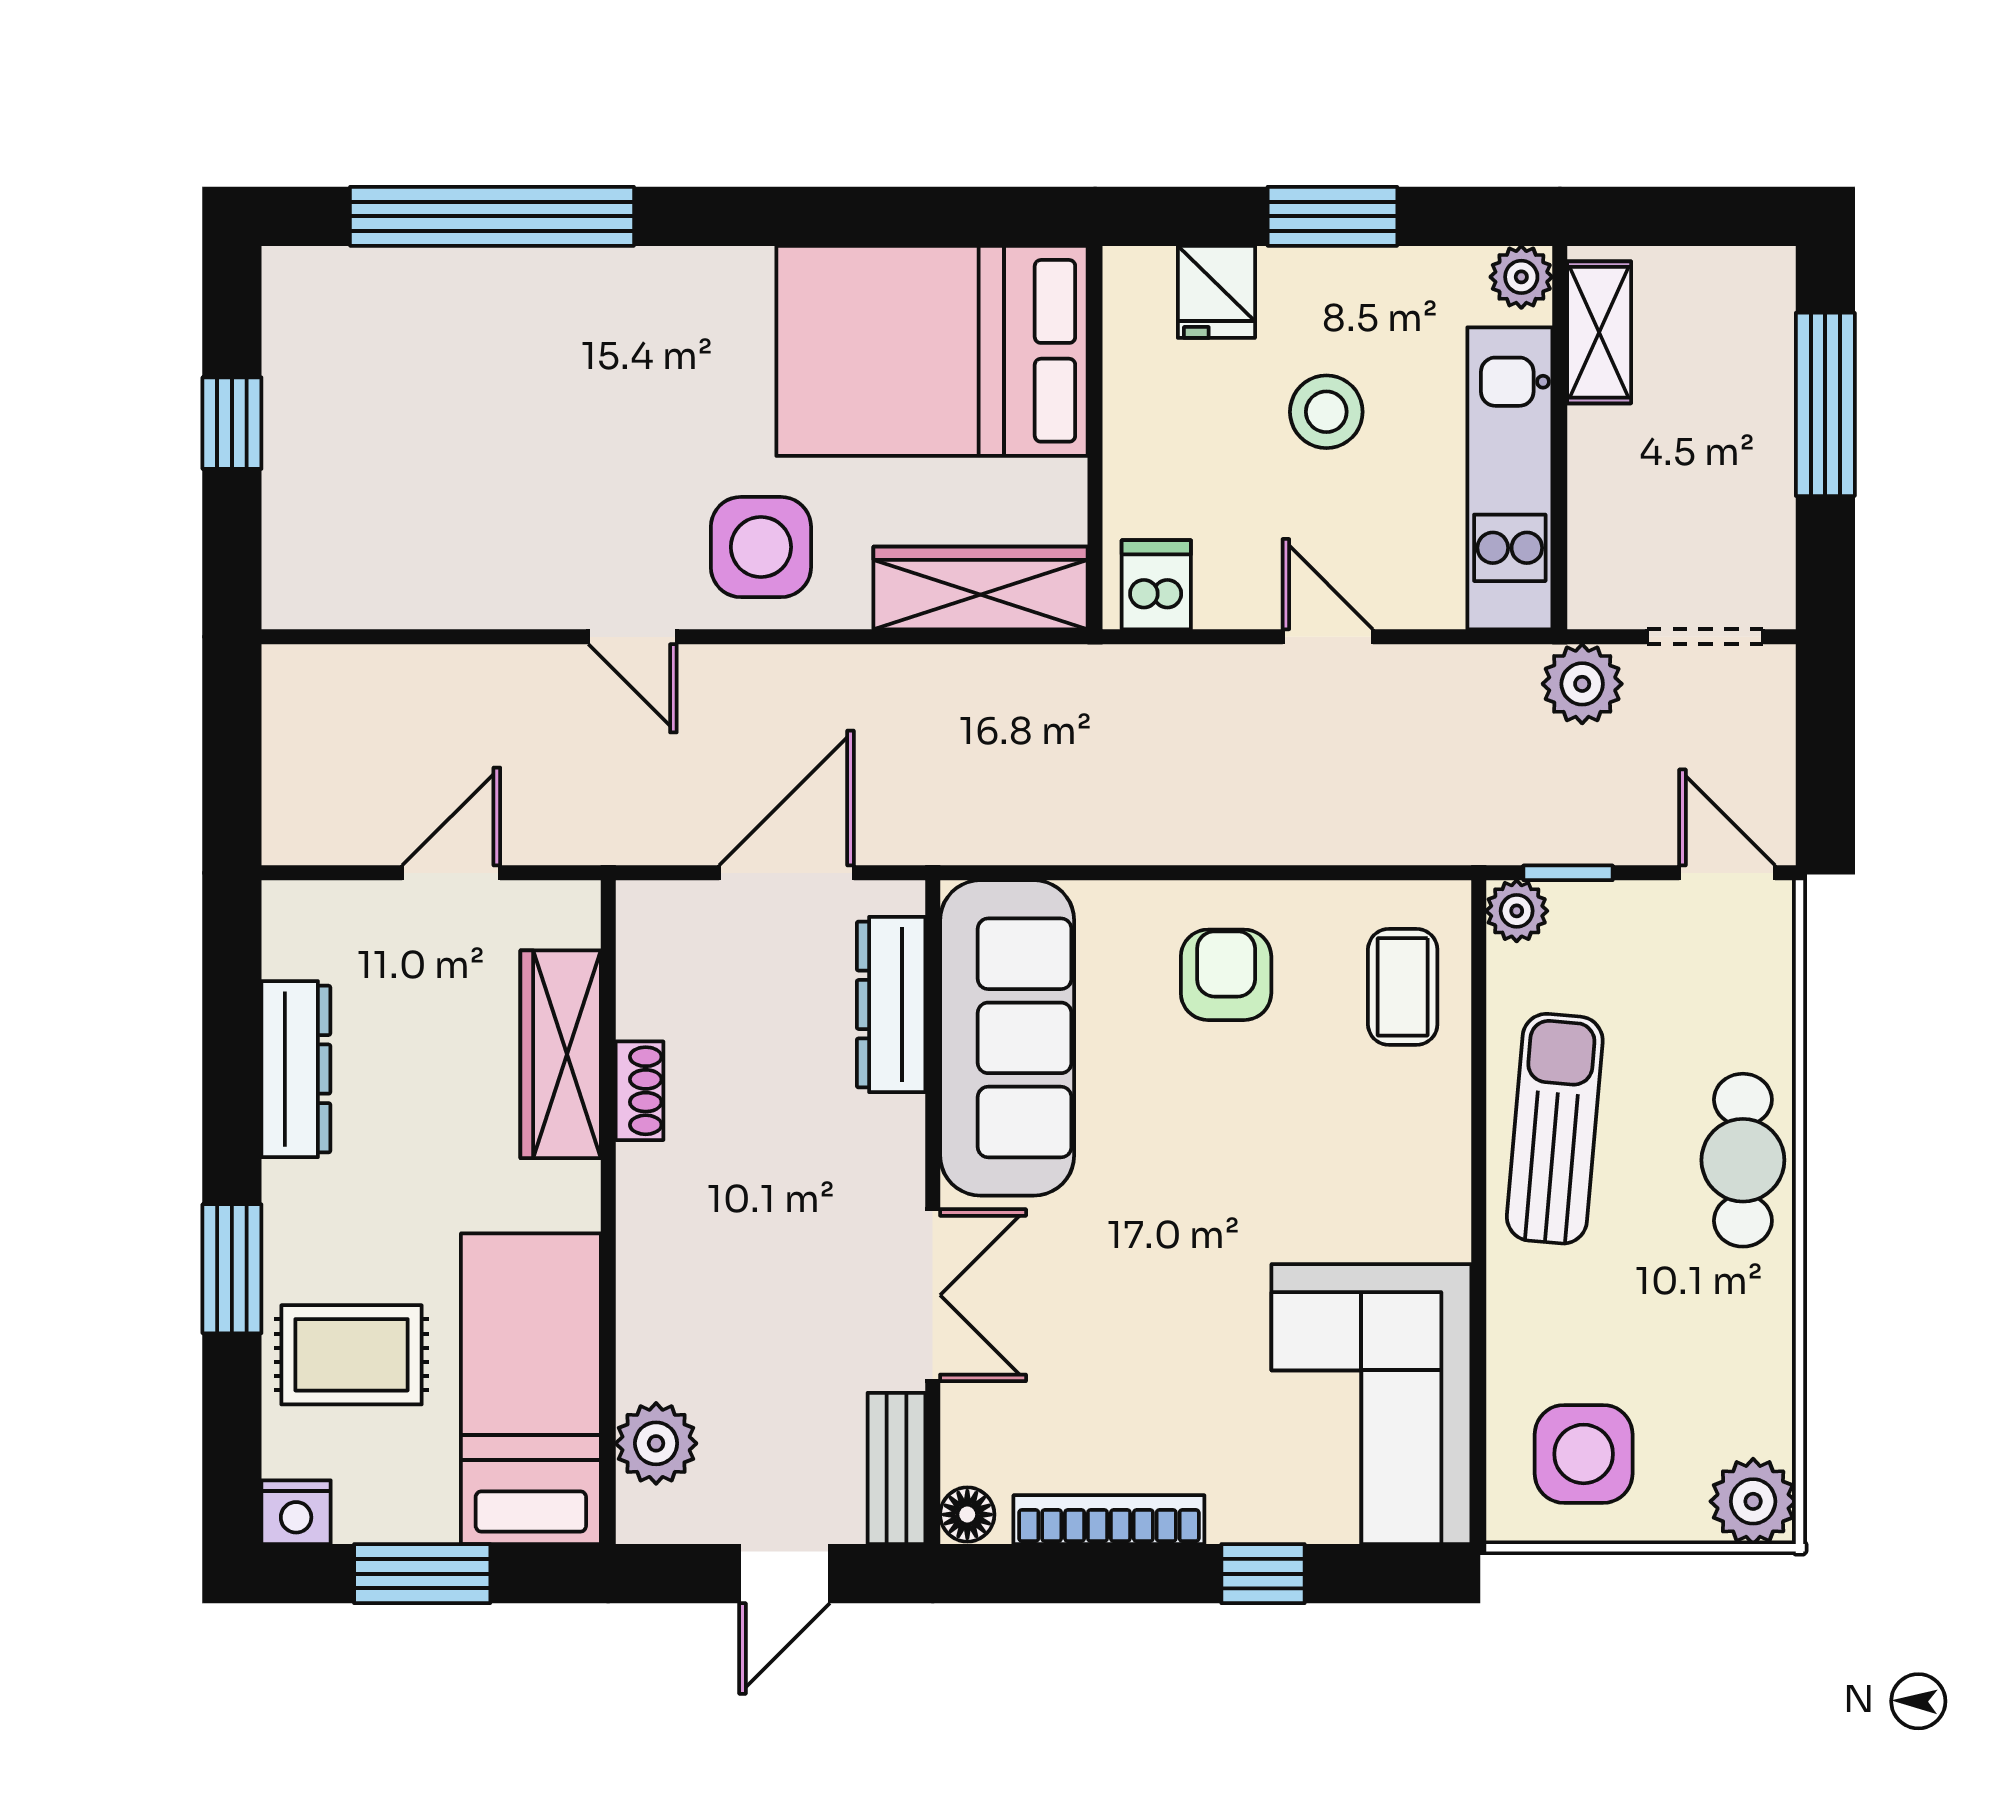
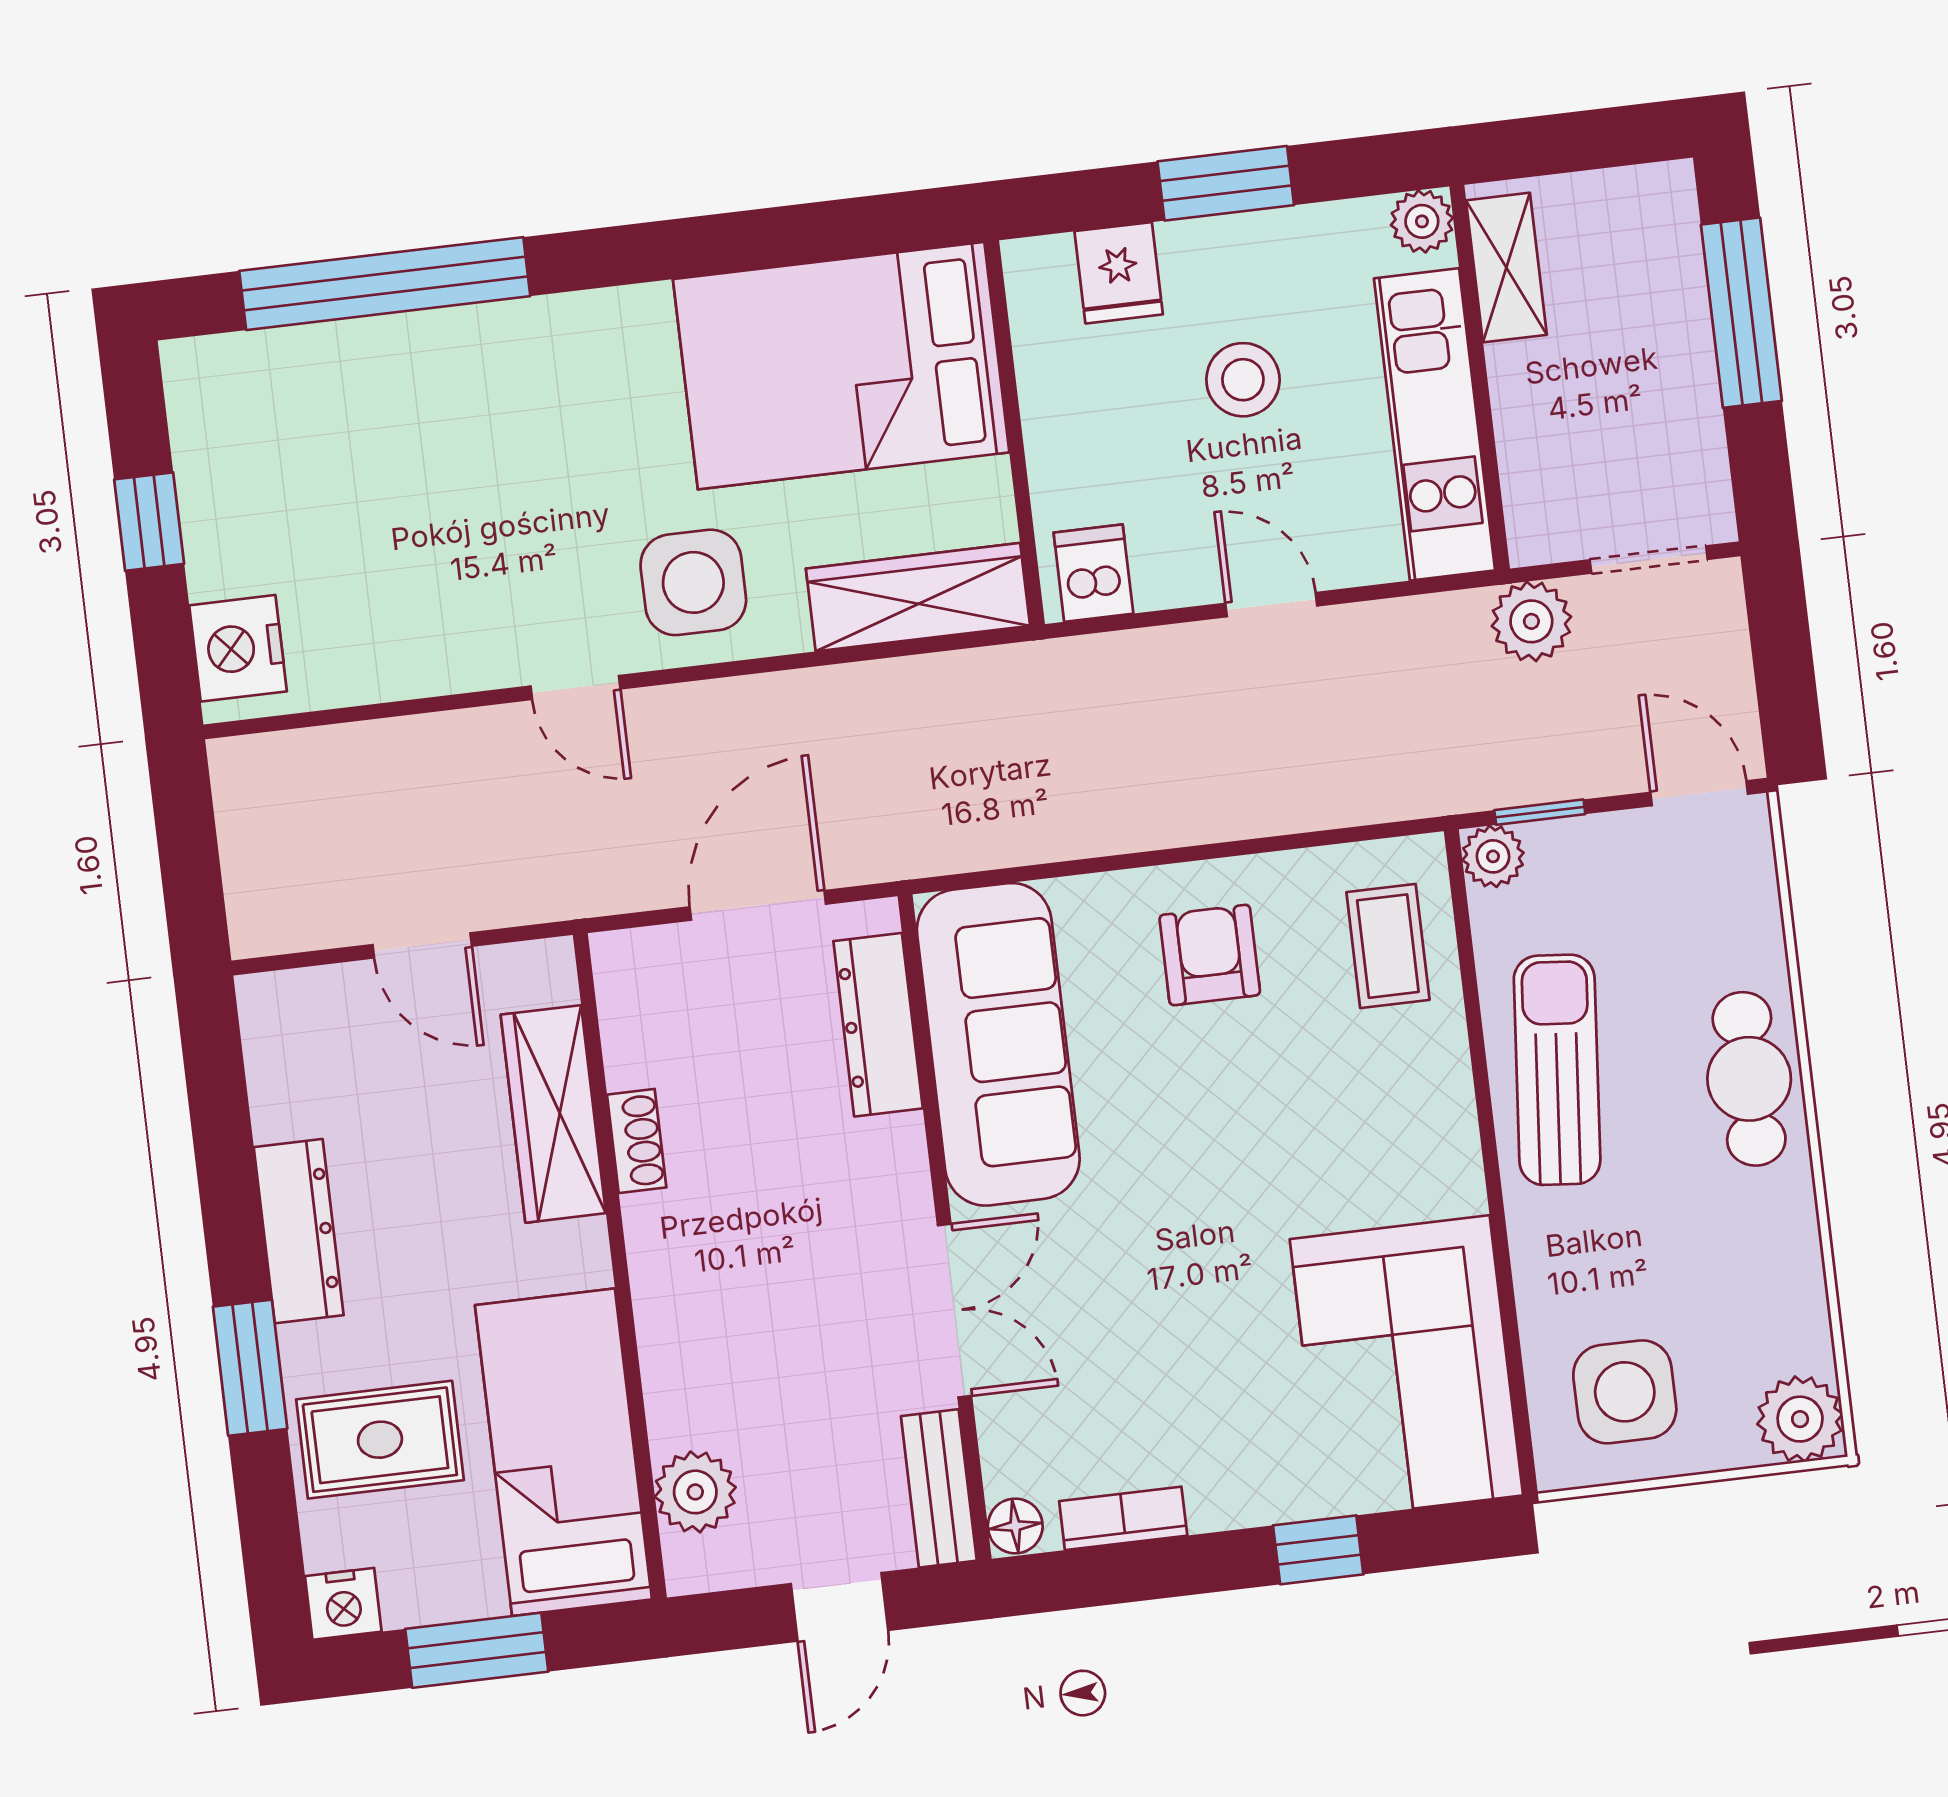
nightstand: (305, 558) -> (238, 648), added
door: (451, 873) -> (422, 945), swing flipped
dresser: (296, 1069) -> (299, 1231), moved
bookcase: (1109, 1520) -> (1123, 1518), width x0.64

